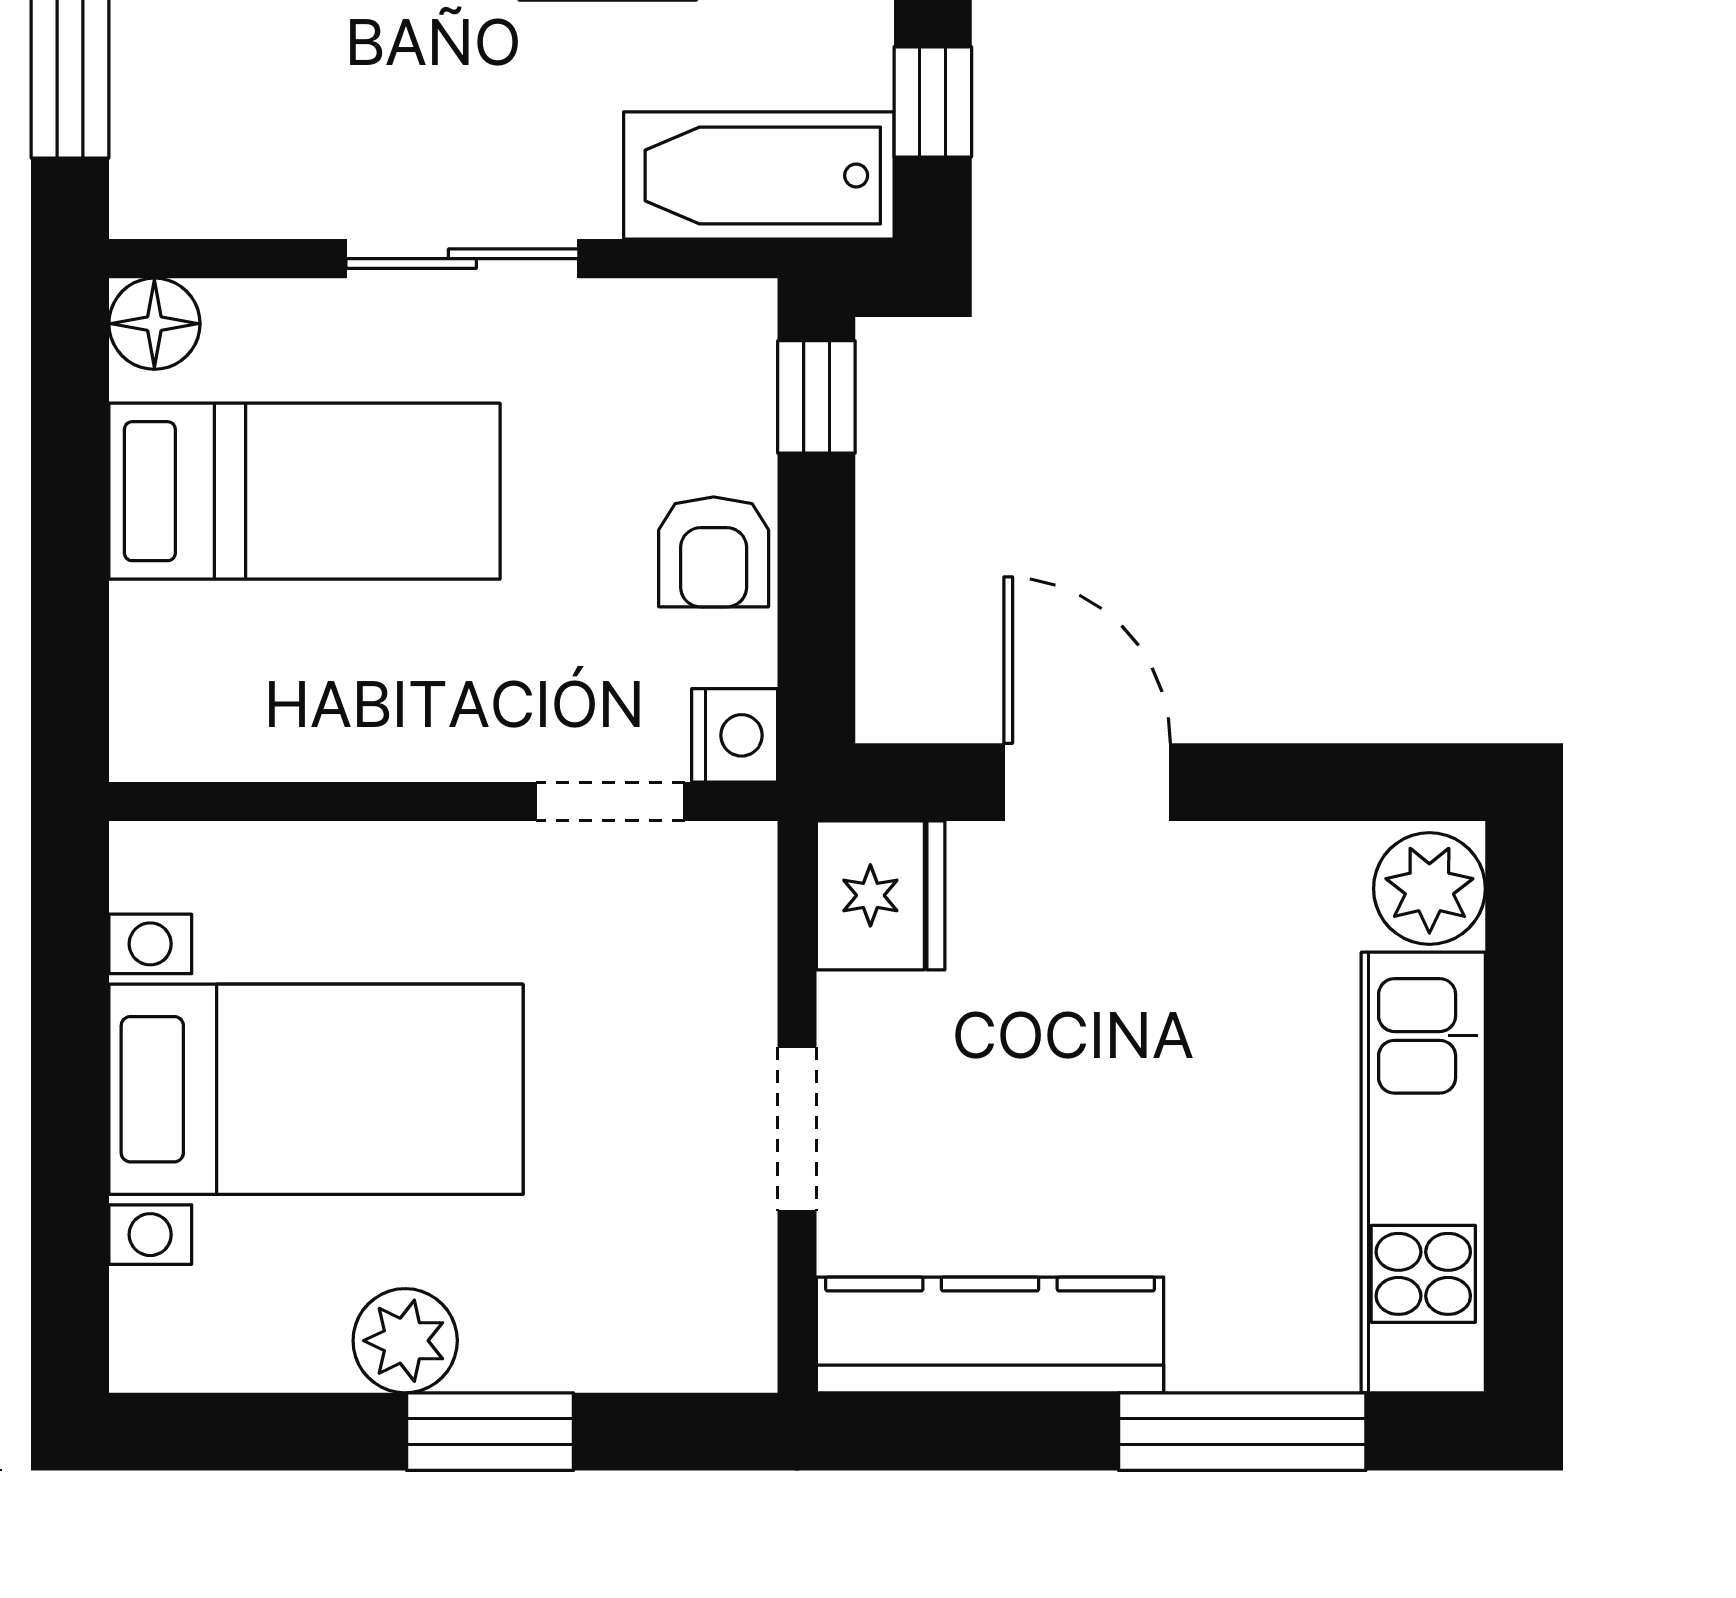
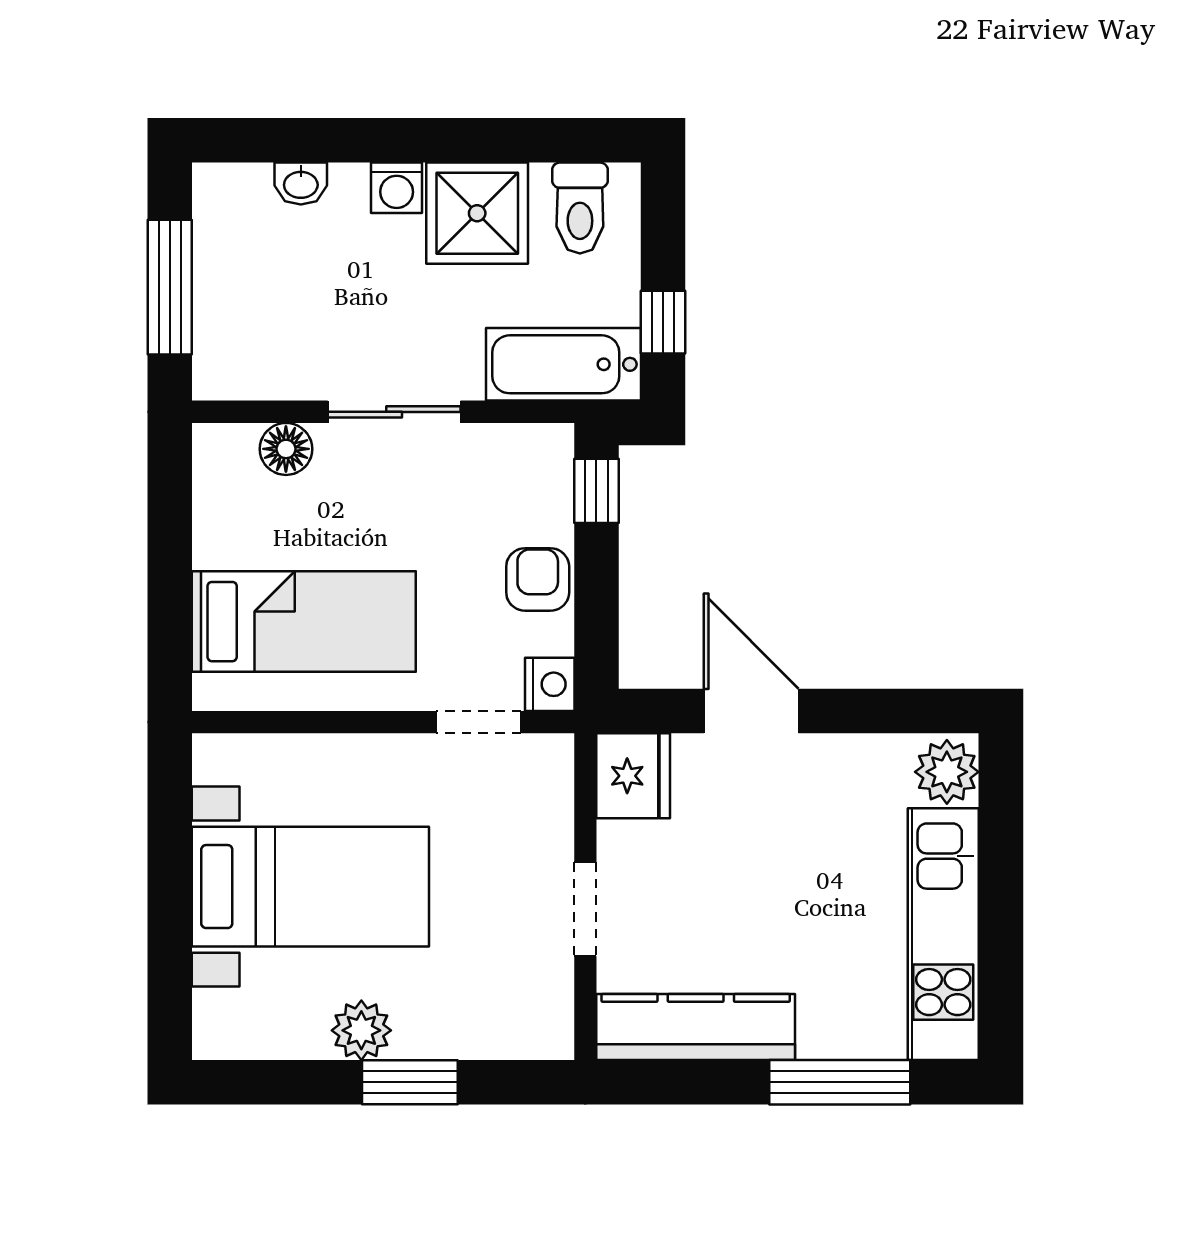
floor lamp: (154, 324) -> (286, 449), moved
bed: (304, 491) -> (304, 622), moved
armchair: (714, 552) -> (538, 579), turned 180

